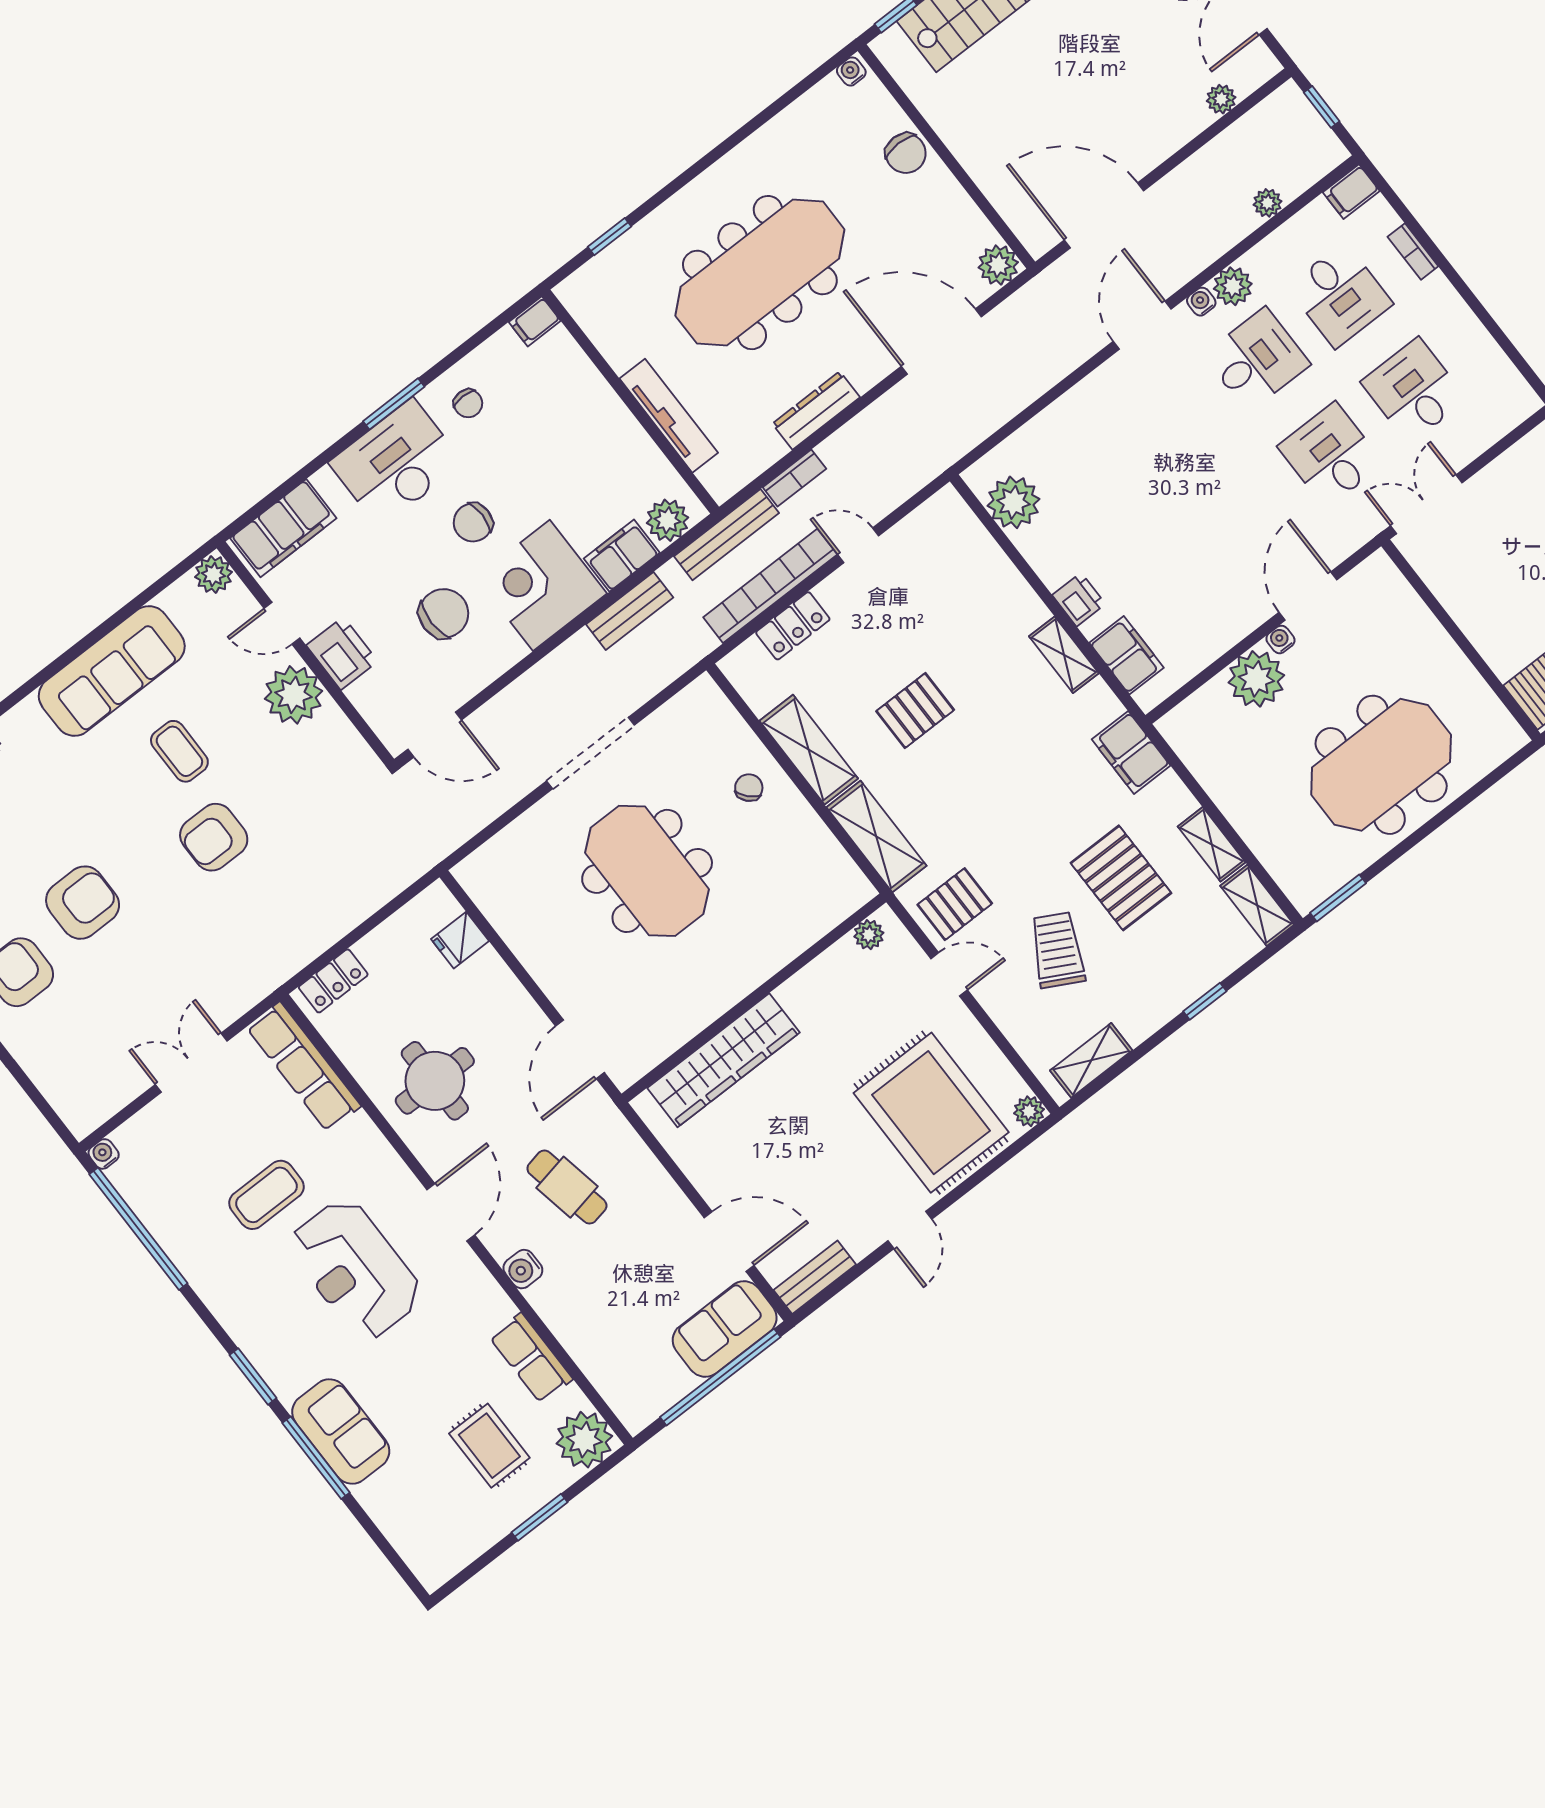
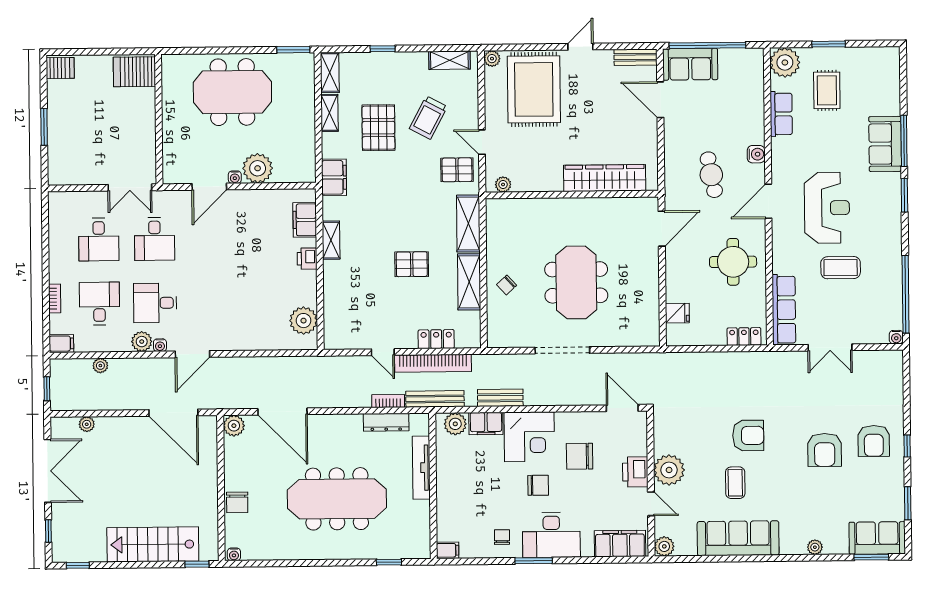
chair: (906, 153) -> (237, 502), turned 180
dresser: (816, 410) -> (386, 422), moved
armchair: (83, 903) -> (825, 450), turned -90

